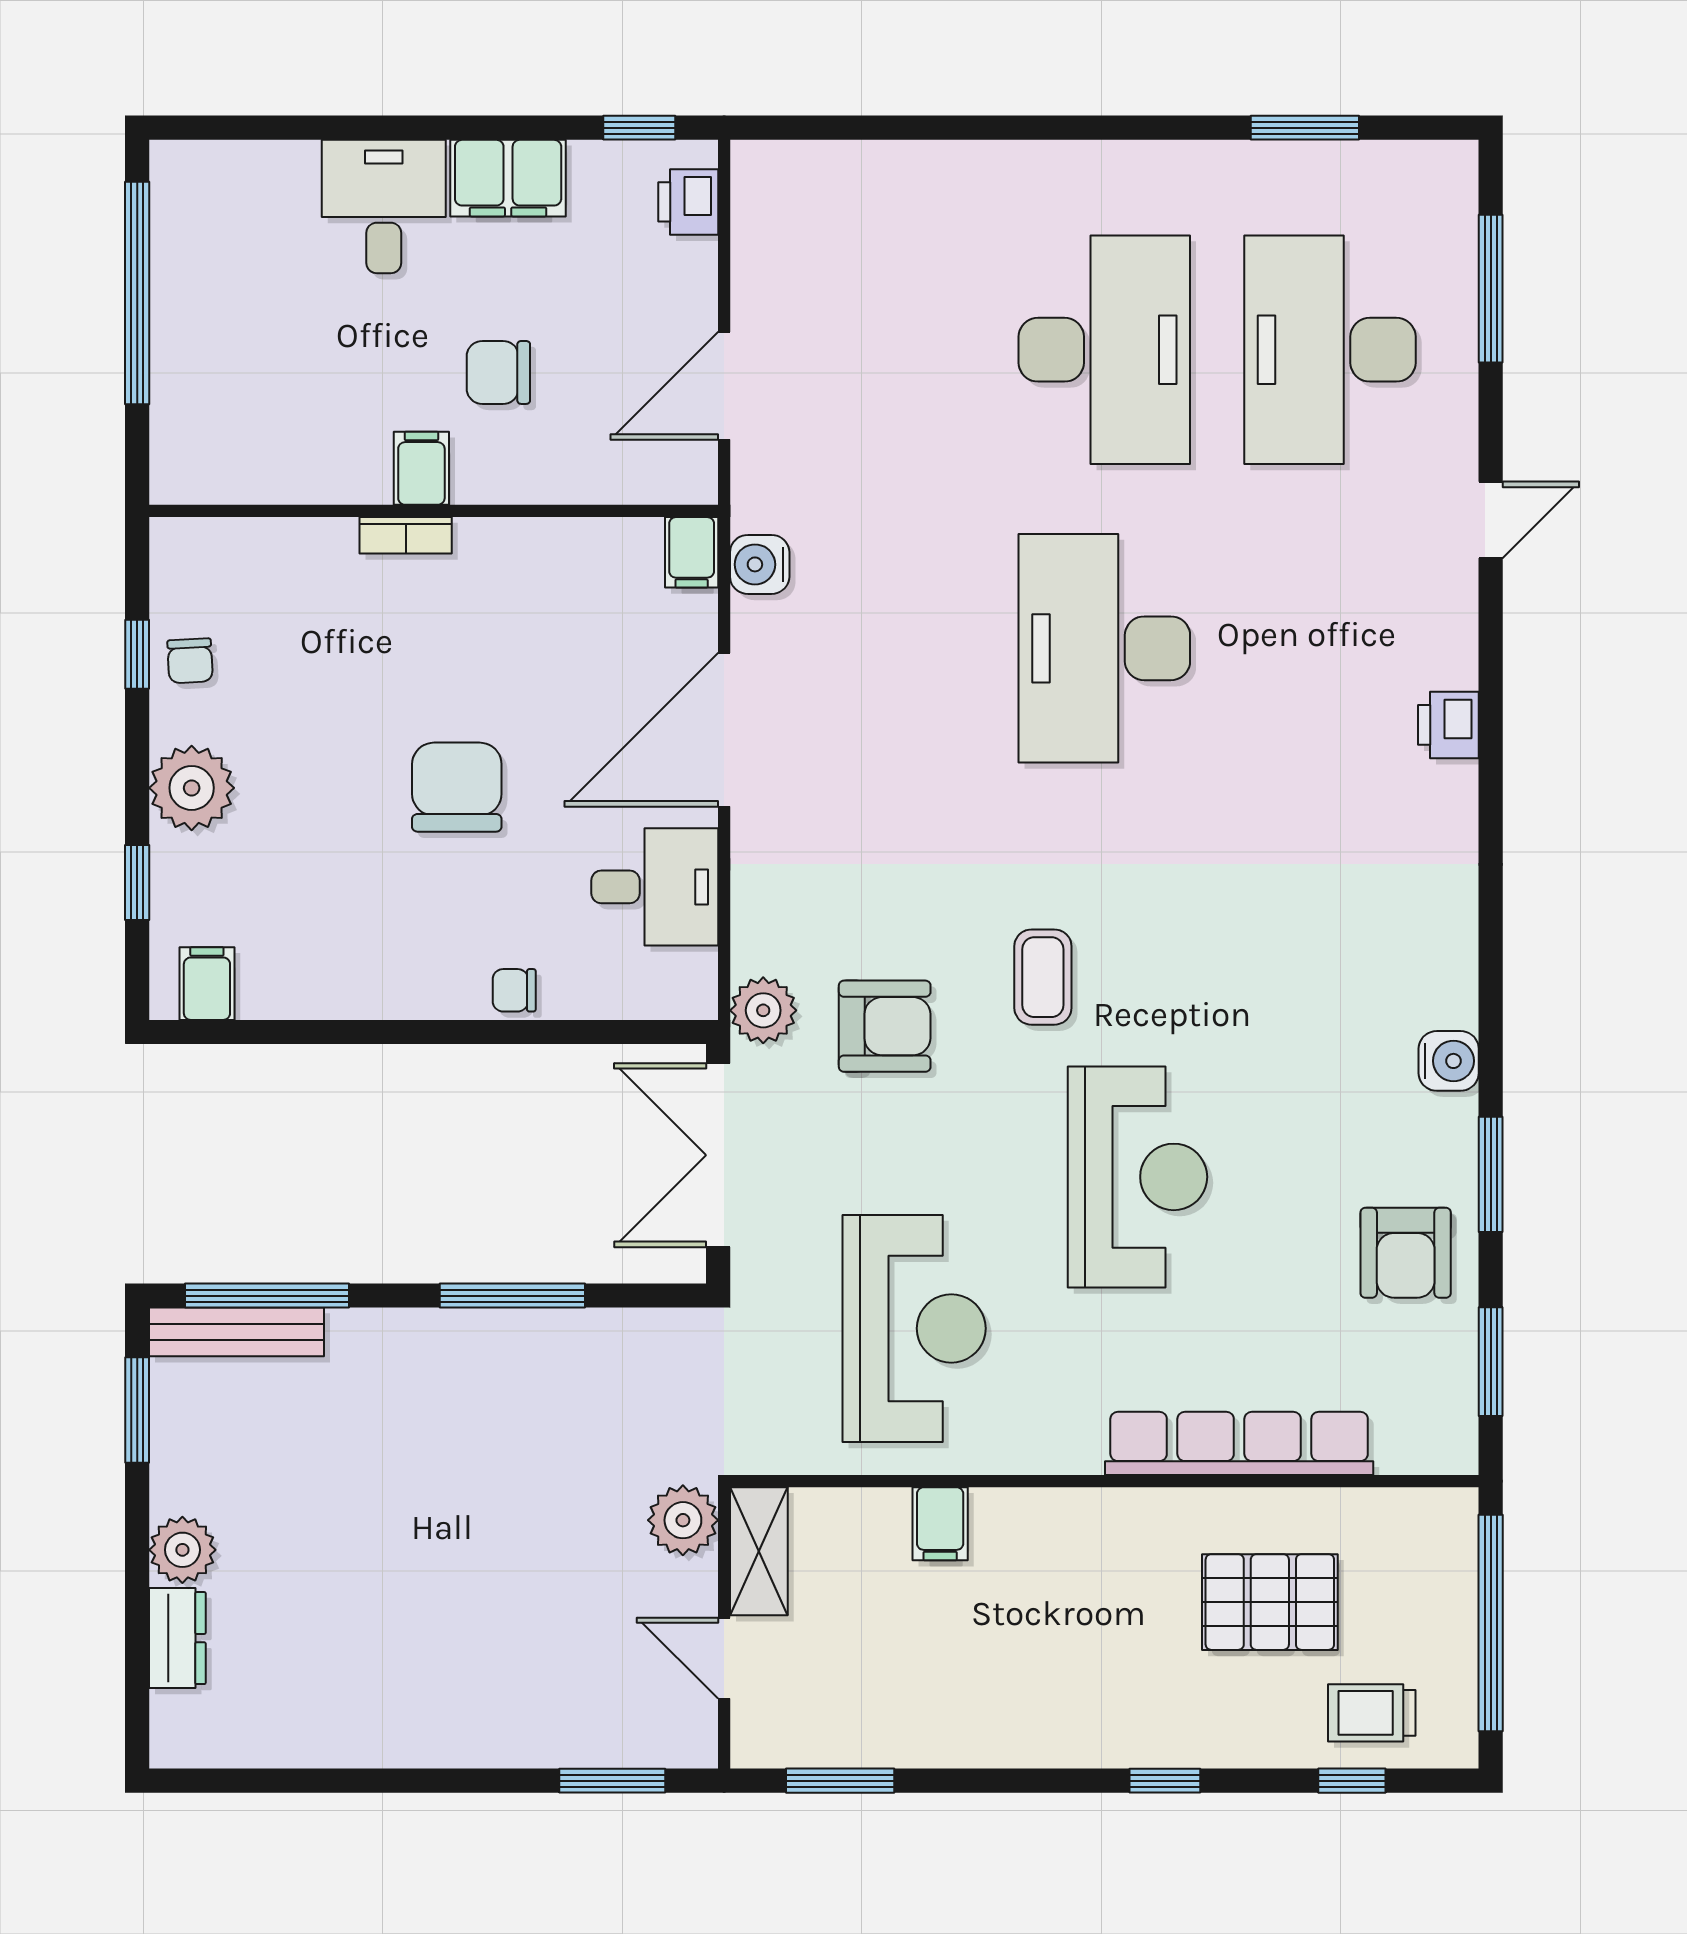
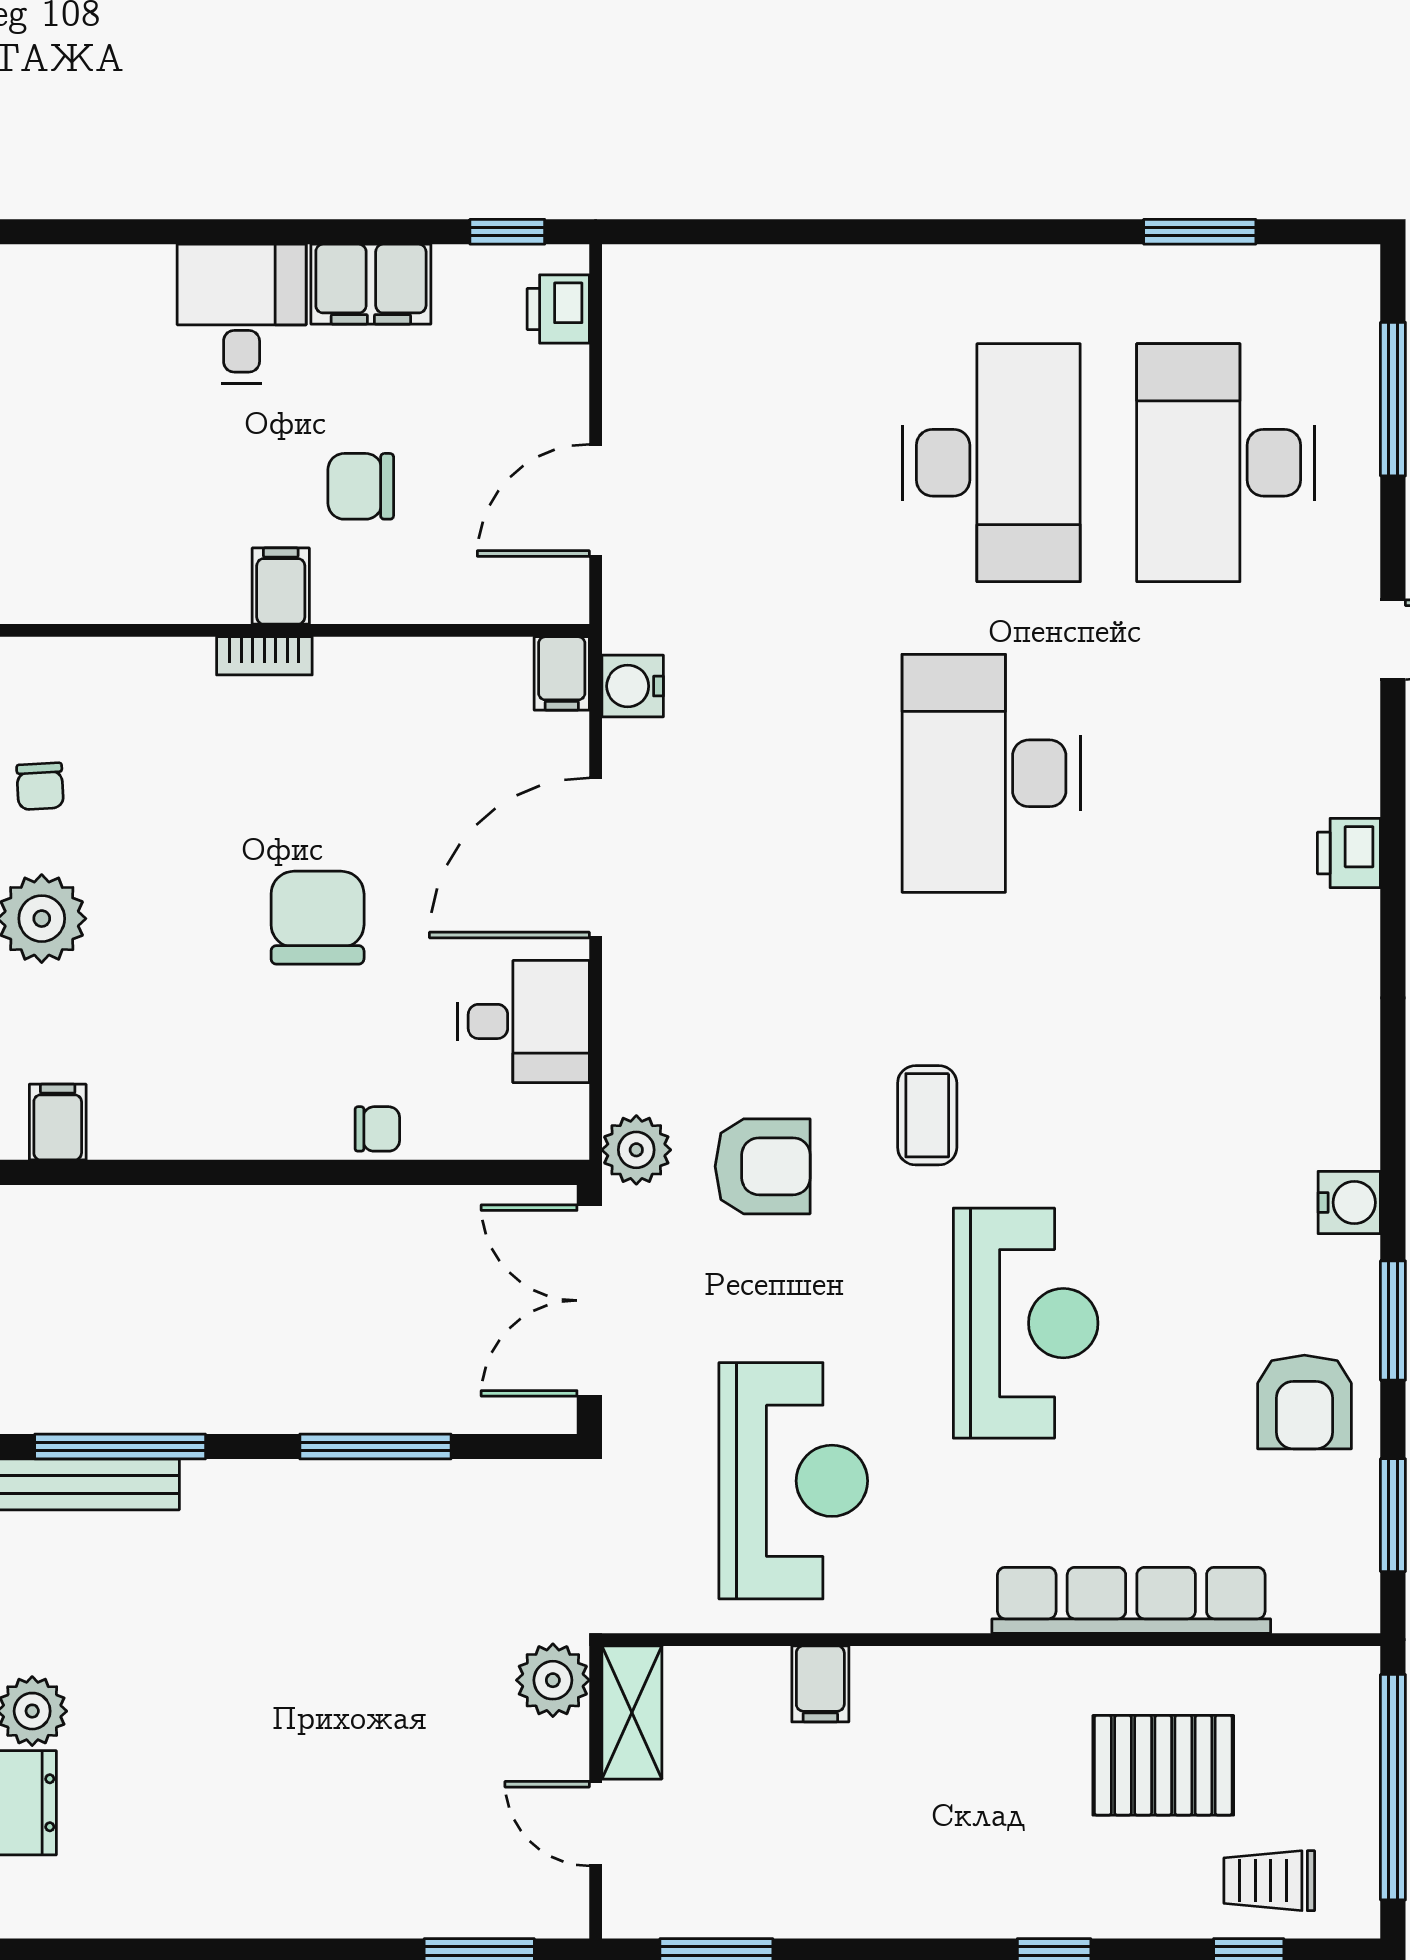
chair: (514, 990) -> (377, 1129), turned 180

